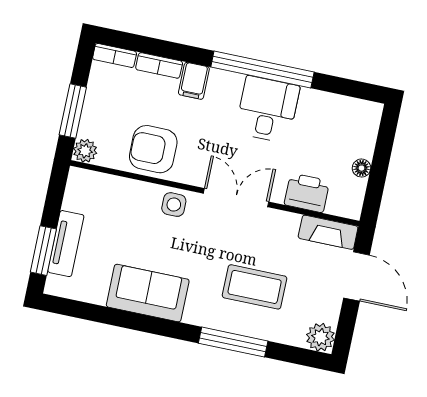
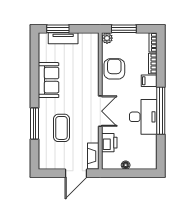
desk: (267, 109) -> (143, 117), width x1.37
side table: (174, 205) -> (91, 83), removed
plant: (320, 337) -> (45, 163), removed

